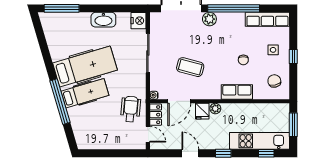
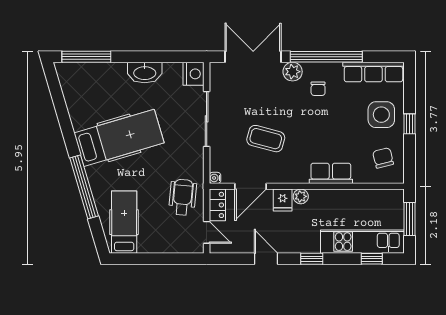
side table: (273, 50) -> (381, 115), width x1.87, depth x1.87
chair: (243, 60) -> (318, 89), moved
hospital bed: (85, 93) -> (124, 222), moved, turned -74

